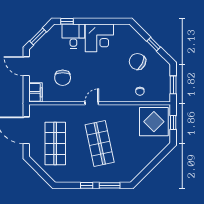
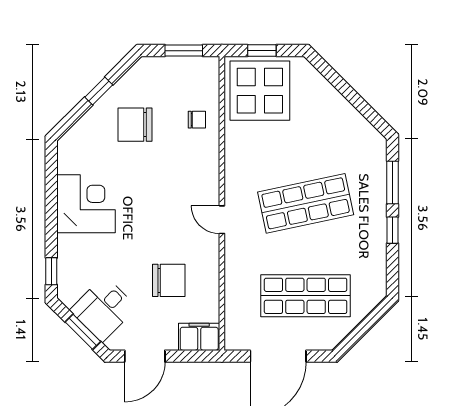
desk: (73, 36) -> (103, 309), moved, turned -45
chair: (137, 62) -> (135, 125), turned 63

